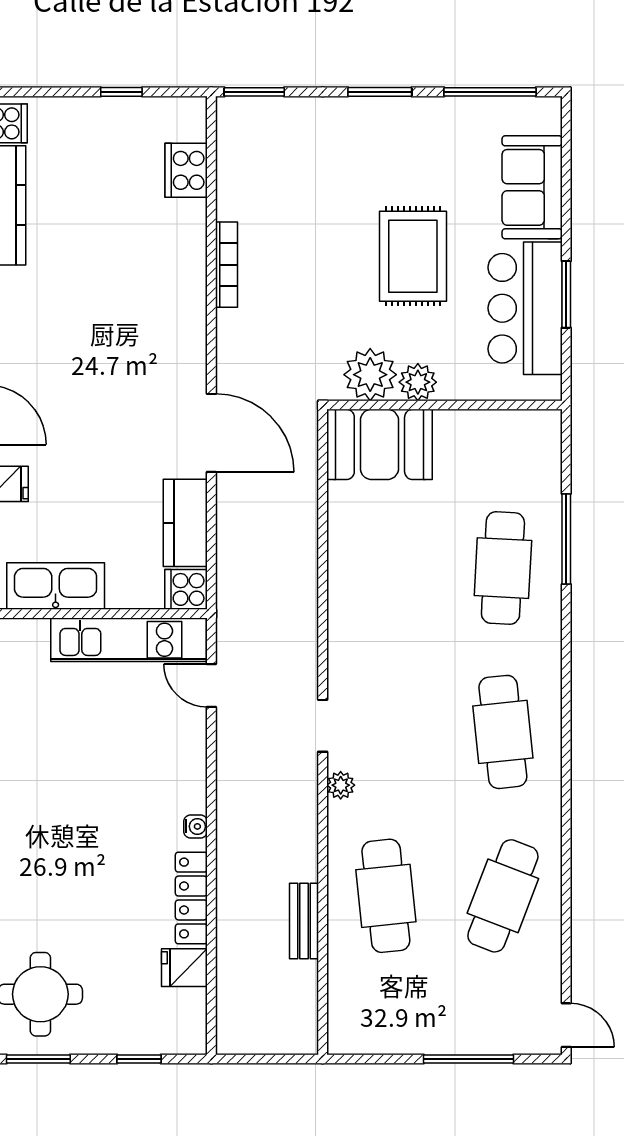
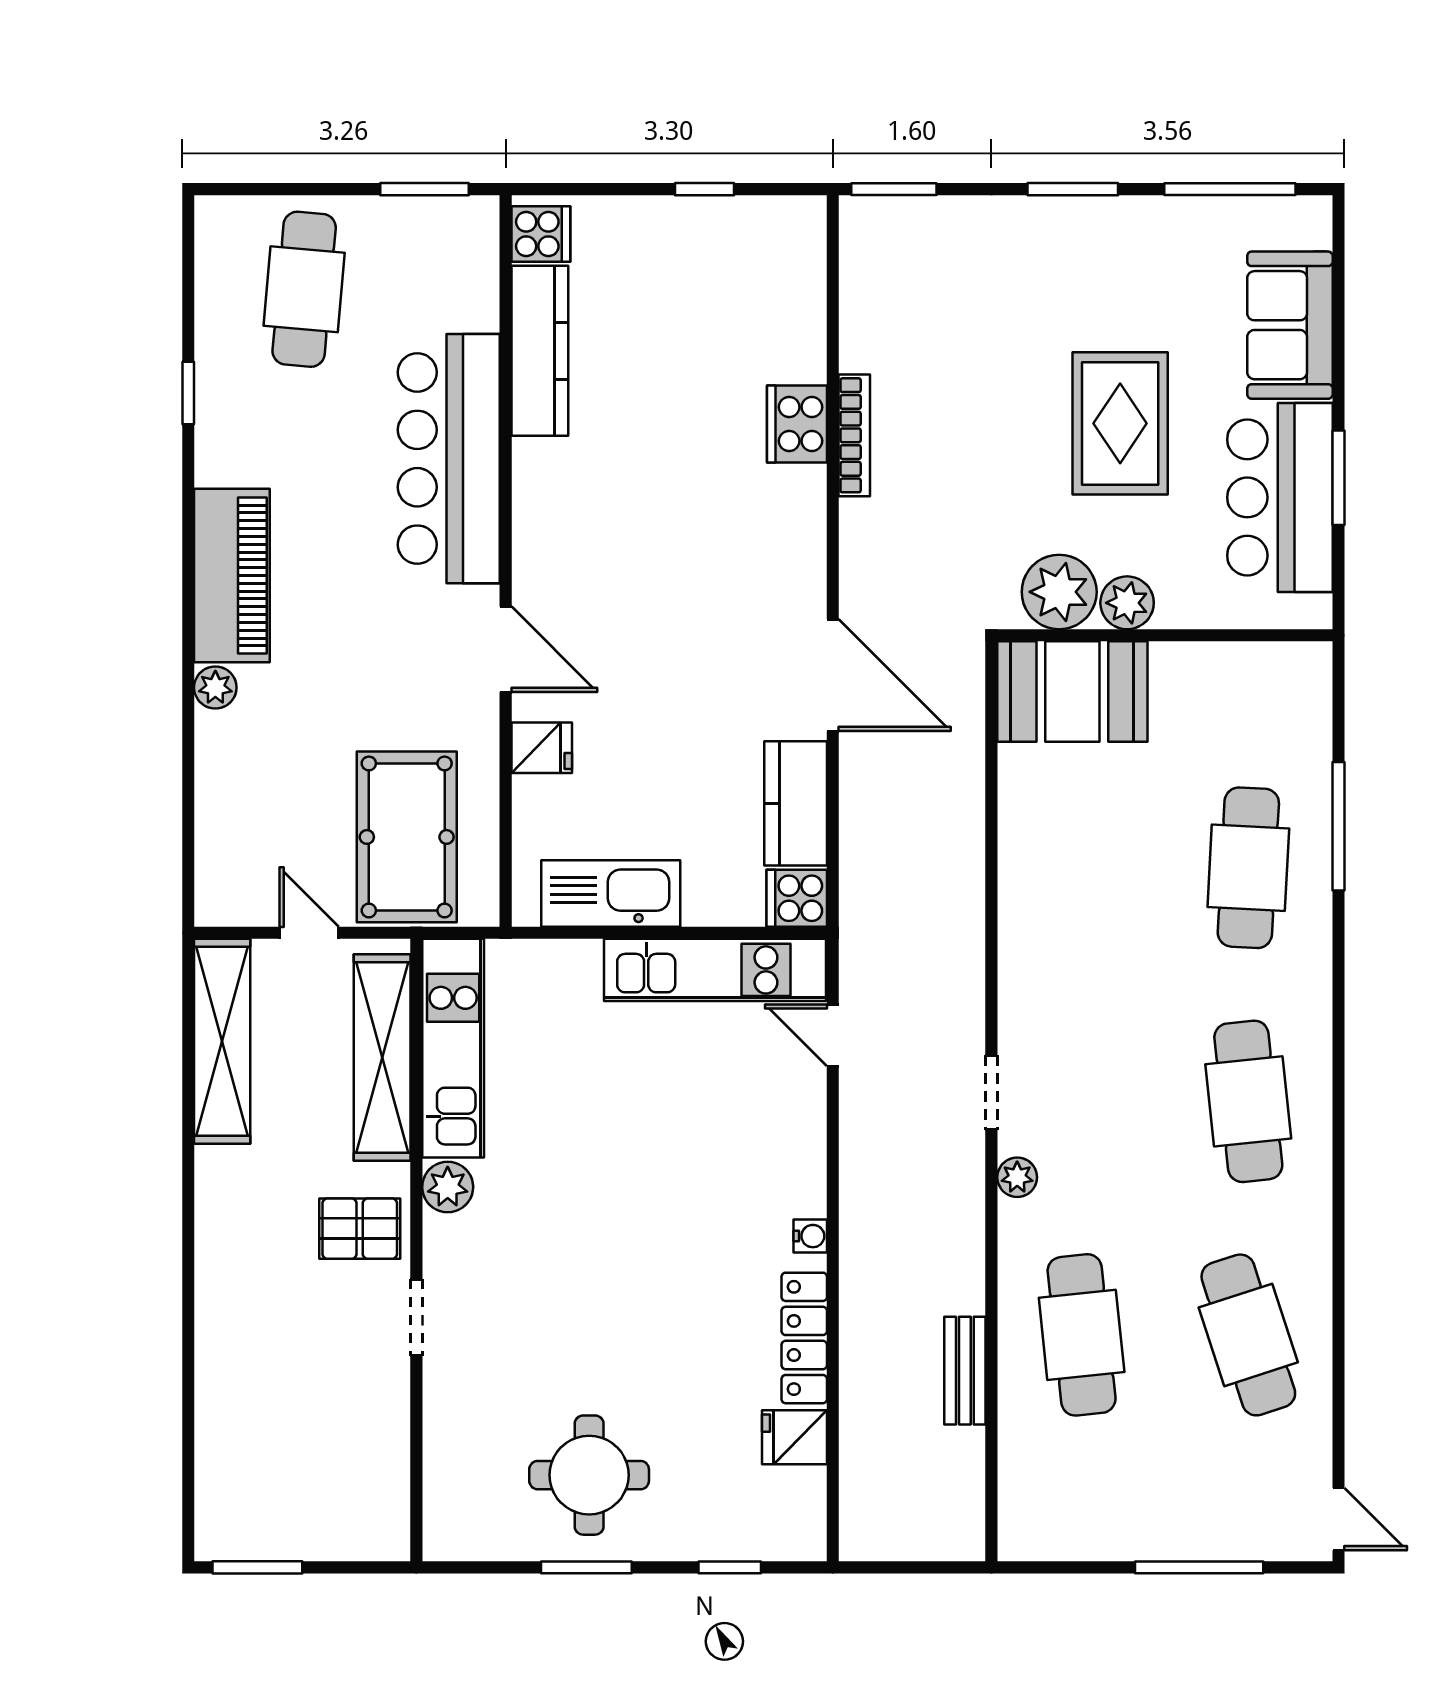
cooker: (186, 170) -> (797, 424), moved
cafe table: (503, 896) -> (1248, 1335), turned -39

